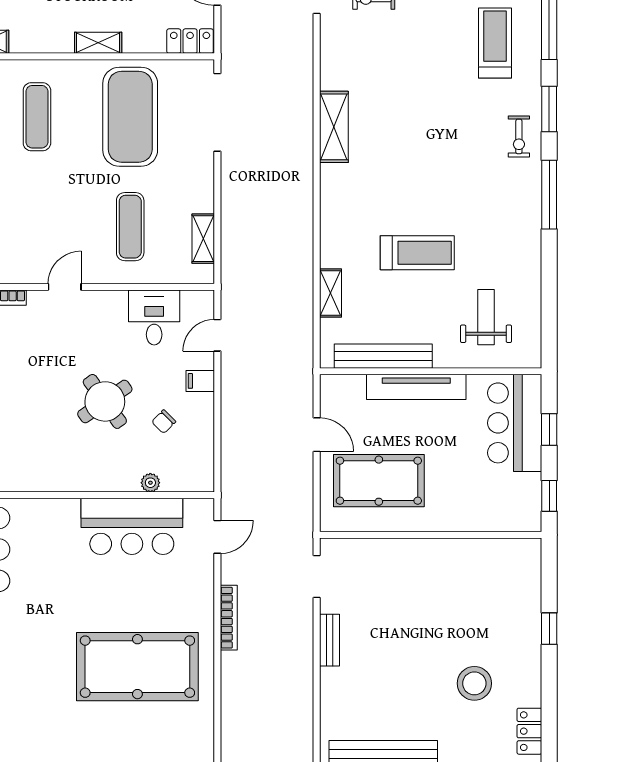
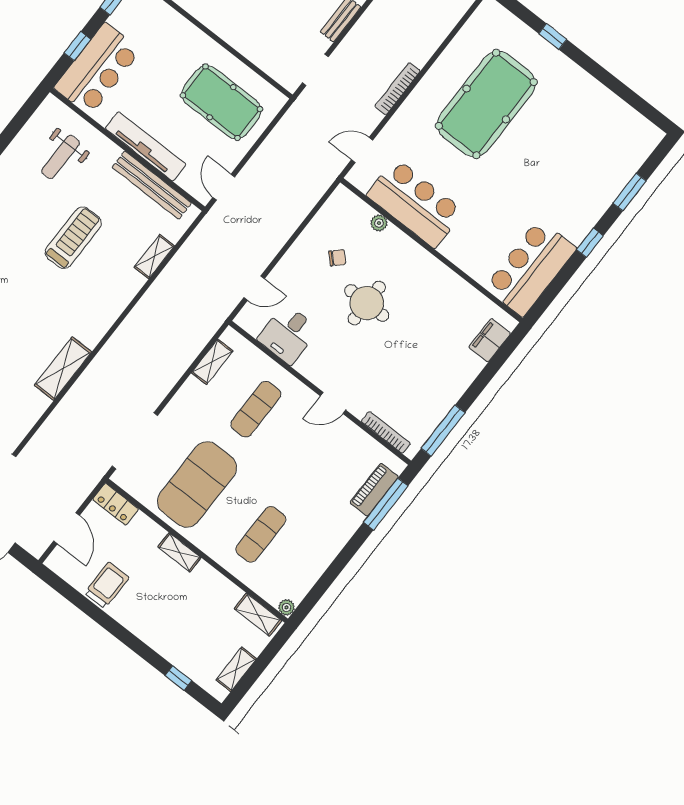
treadmill: (417, 253) -> (73, 238), turned 90
filing cabinet: (200, 381) -> (290, 266), removed
round table: (105, 401) -> (367, 303), turned 35
door: (317, 435) -> (224, 187), moved
pool table: (137, 667) -> (486, 104), turned 90

